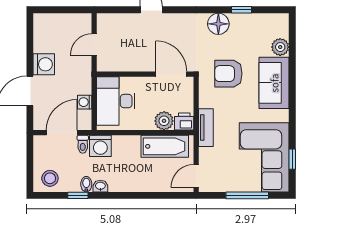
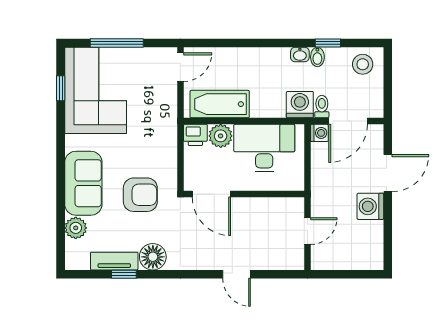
desk: (116, 101) -> (264, 148), moved, turned -90
washing machine: (85, 102) -> (319, 133), moved
tv unit: (206, 128) -> (114, 261), moved, turned 90

